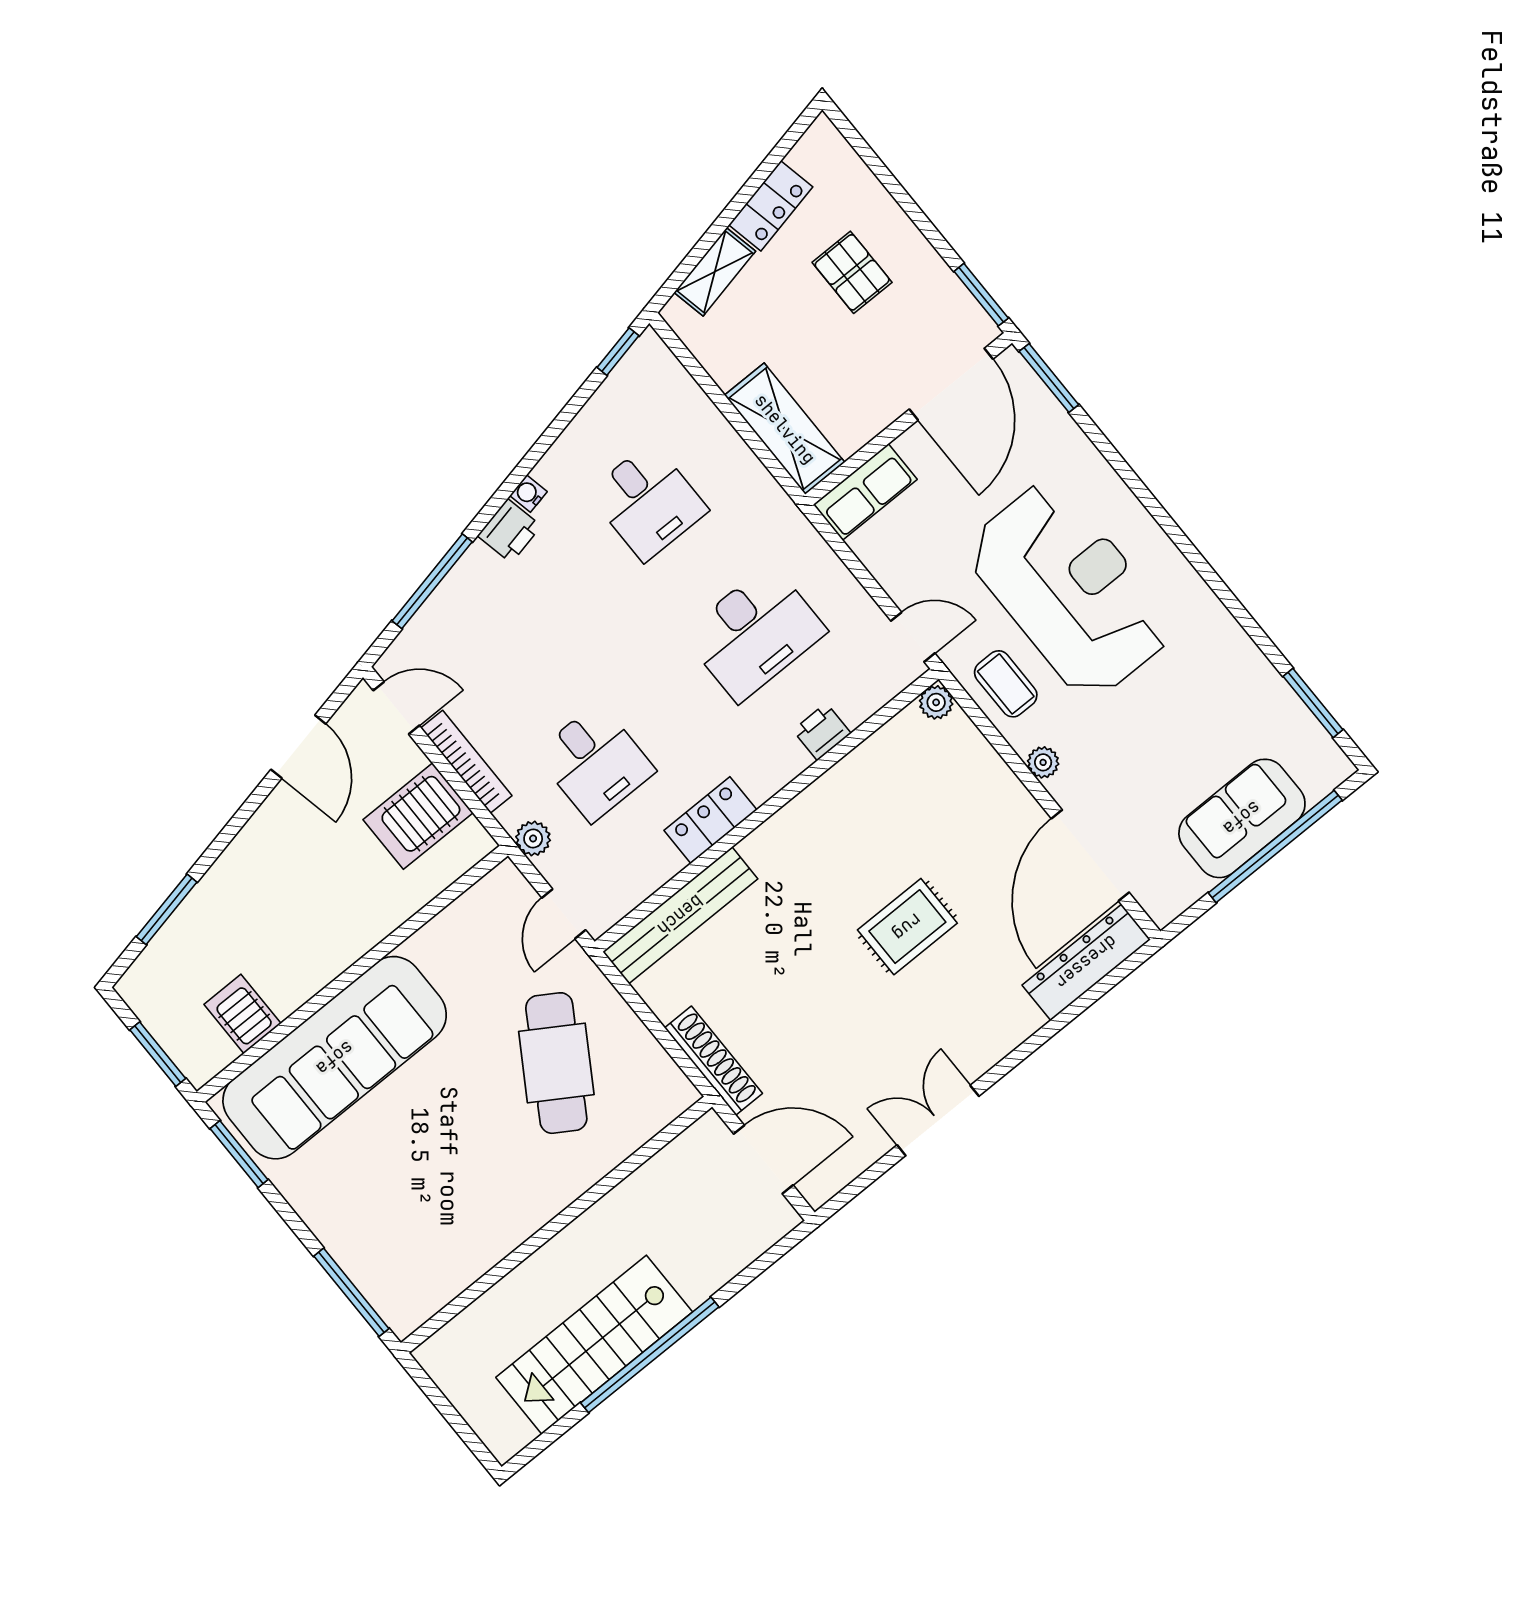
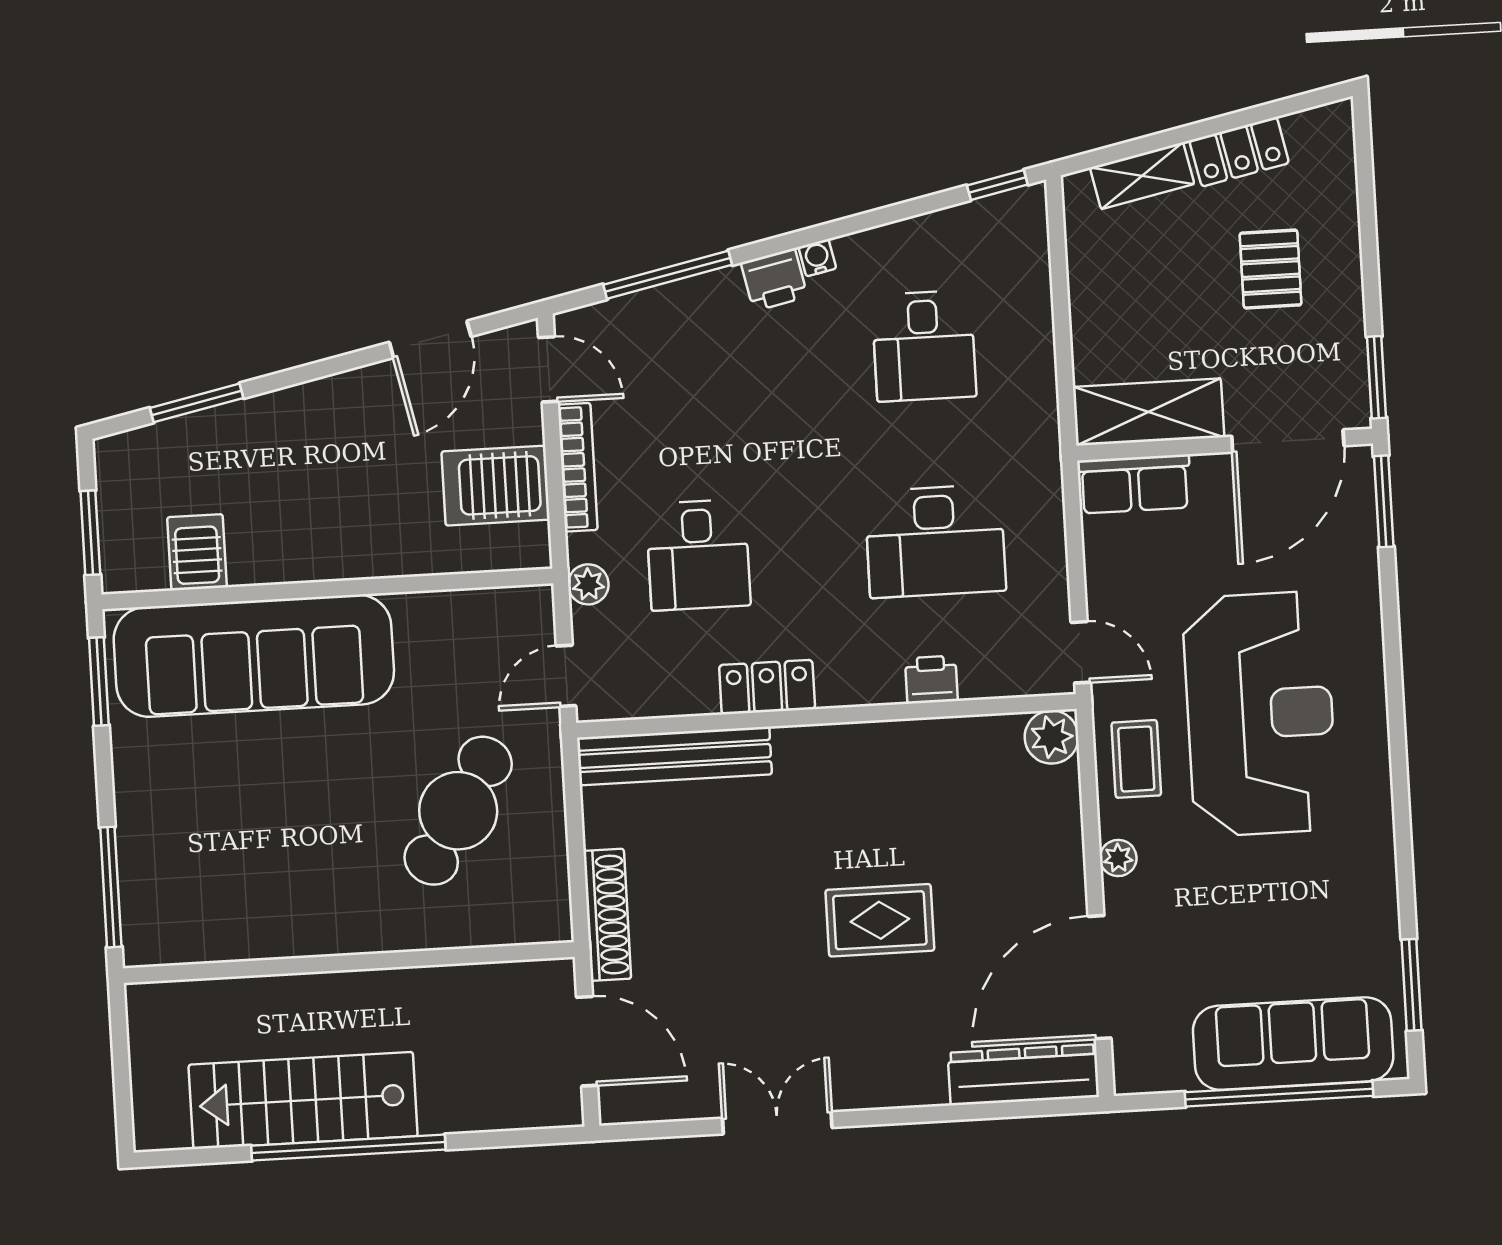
shelving: (785, 429) -> (1148, 412), moved, turned 90
plant: (936, 702) -> (1052, 737), width x1.38, depth x1.38
sofa: (1242, 818) -> (1293, 1044), width x1.36

